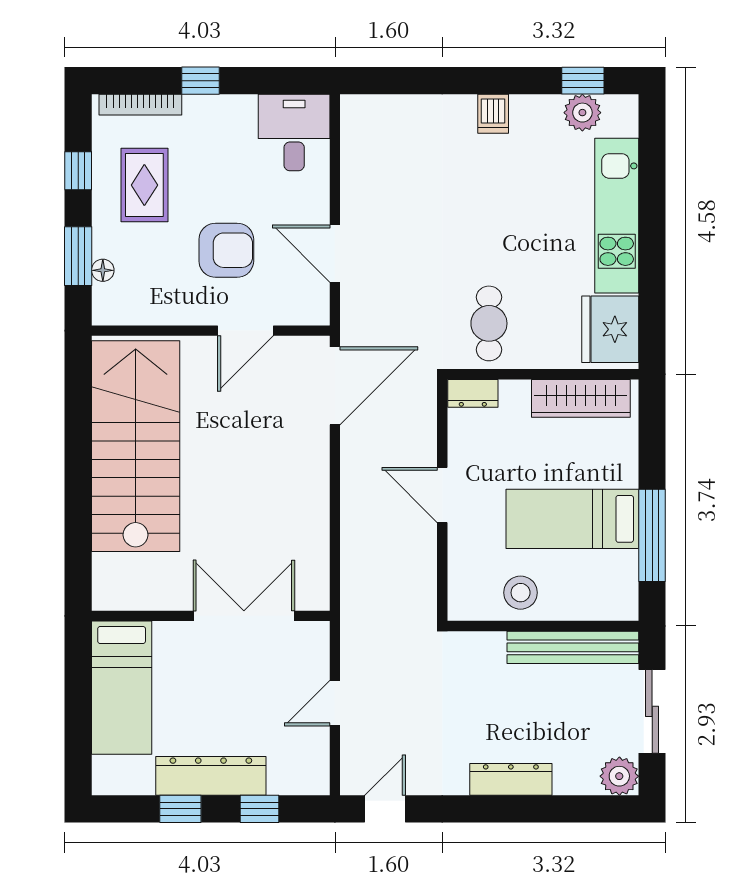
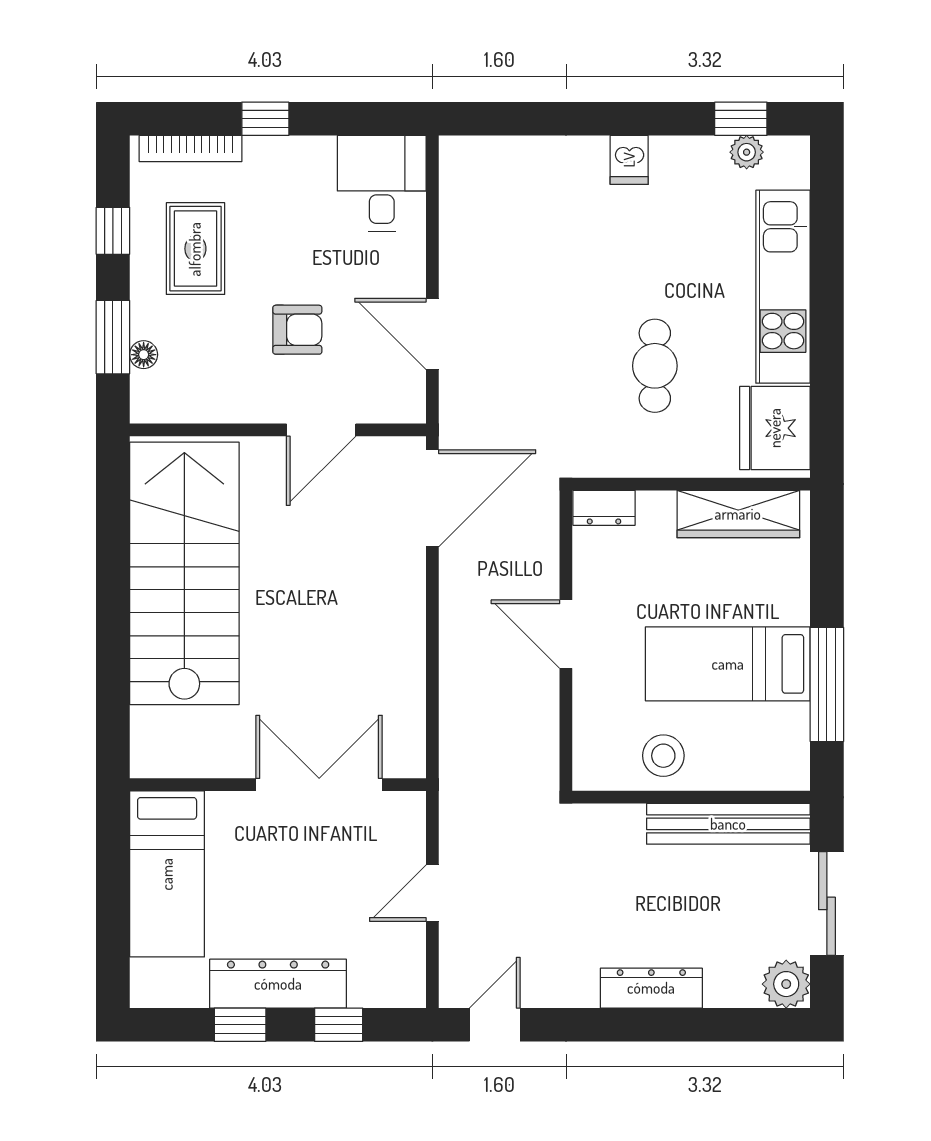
plant: (582, 113) -> (747, 152), width x0.73, depth x0.73
armchair: (226, 250) -> (297, 330), width x0.72, depth x0.72
cafe table: (489, 323) -> (655, 366), moved

